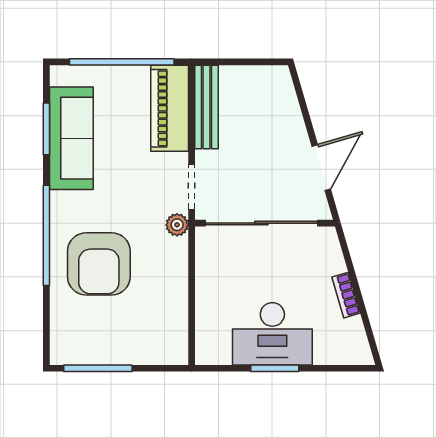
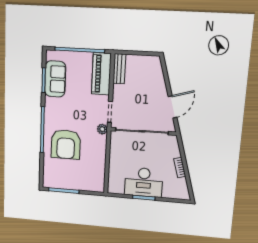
bench: (206, 107) -> (119, 69), width x0.73
sofa: (71, 138) -> (55, 79), width x0.73

